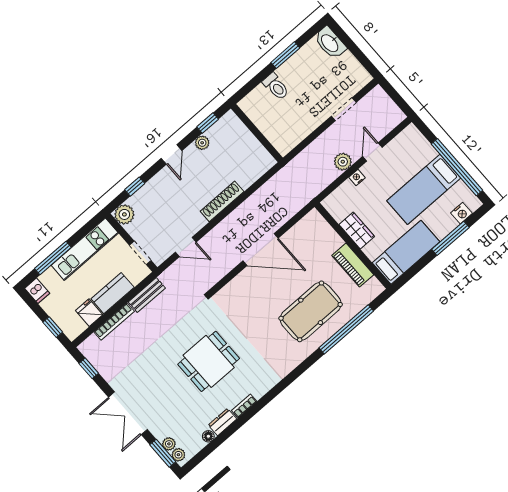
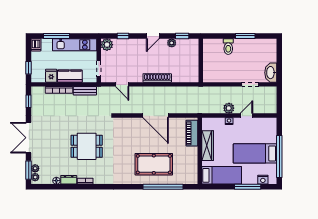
washbasin: (330, 43) -> (271, 73), moved
wardrobe: (357, 231) -> (208, 146), width x1.50
piano: (353, 265) -> (192, 133), moved

